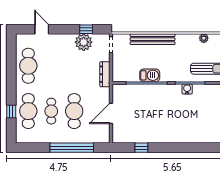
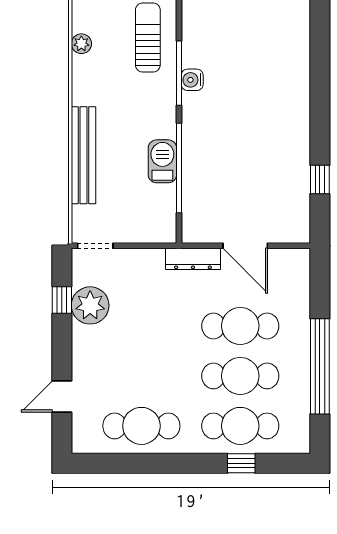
dresser: (105, 74) -> (193, 259), moved
cafe table: (51, 111) -> (240, 376), width x1.37, depth x1.35
window: (72, 148) -> (320, 366), moved

